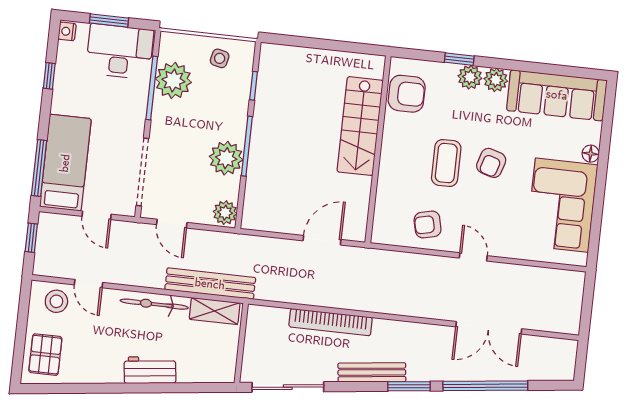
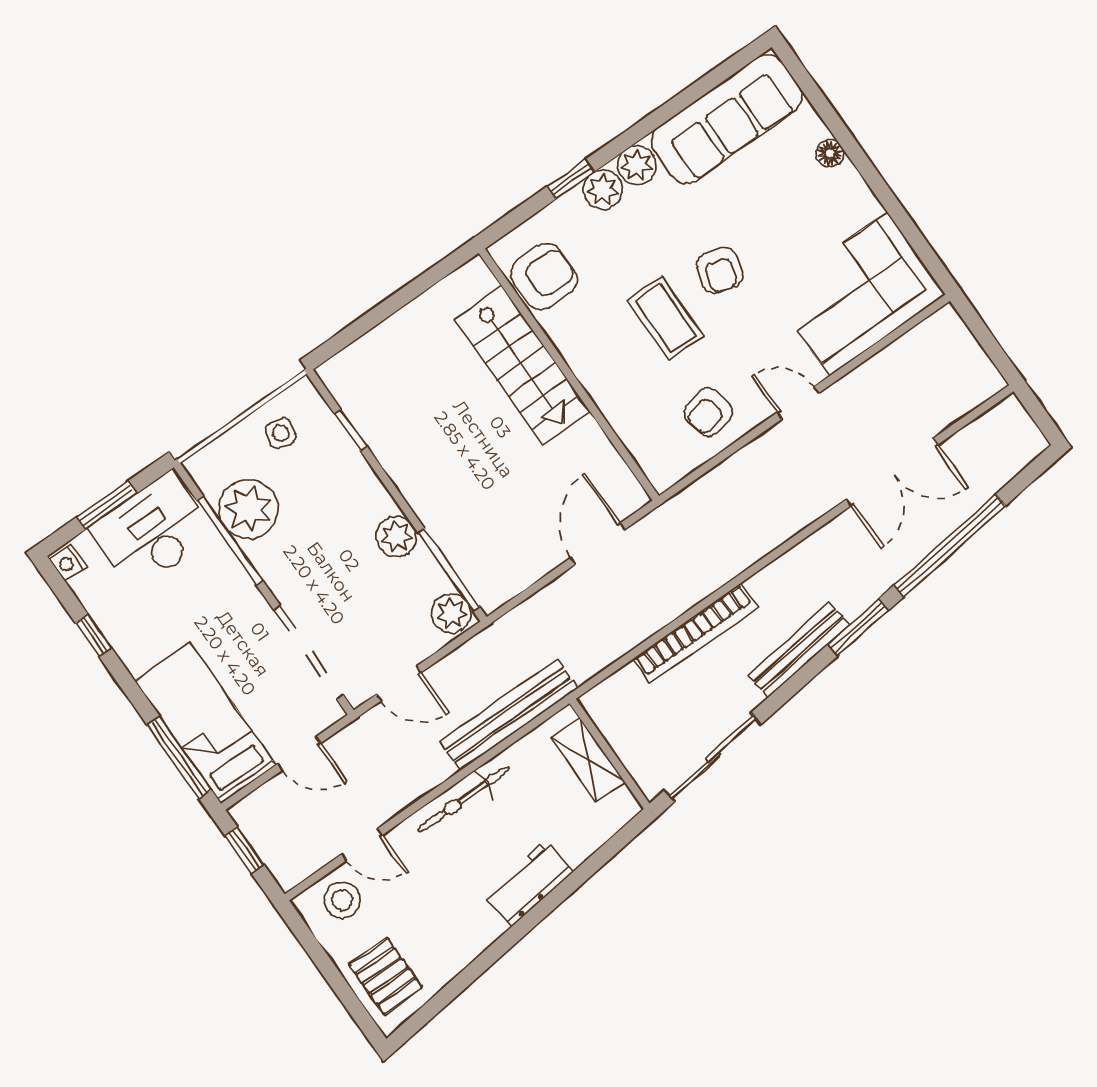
window: (247, 146) -> (449, 570), moved
plant: (226, 158) -> (396, 536), width x0.73, depth x0.73
corner sofa: (562, 205) -> (859, 294), moved, turned 90
shelving: (215, 311) -> (588, 760), moved, turned 90

